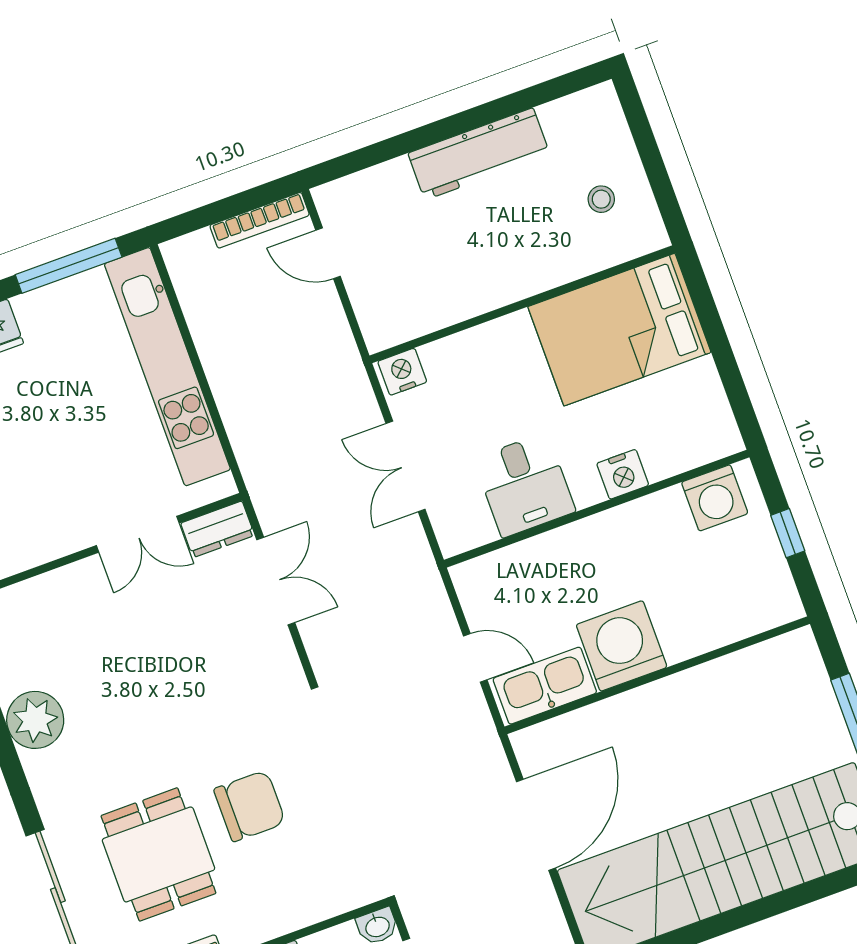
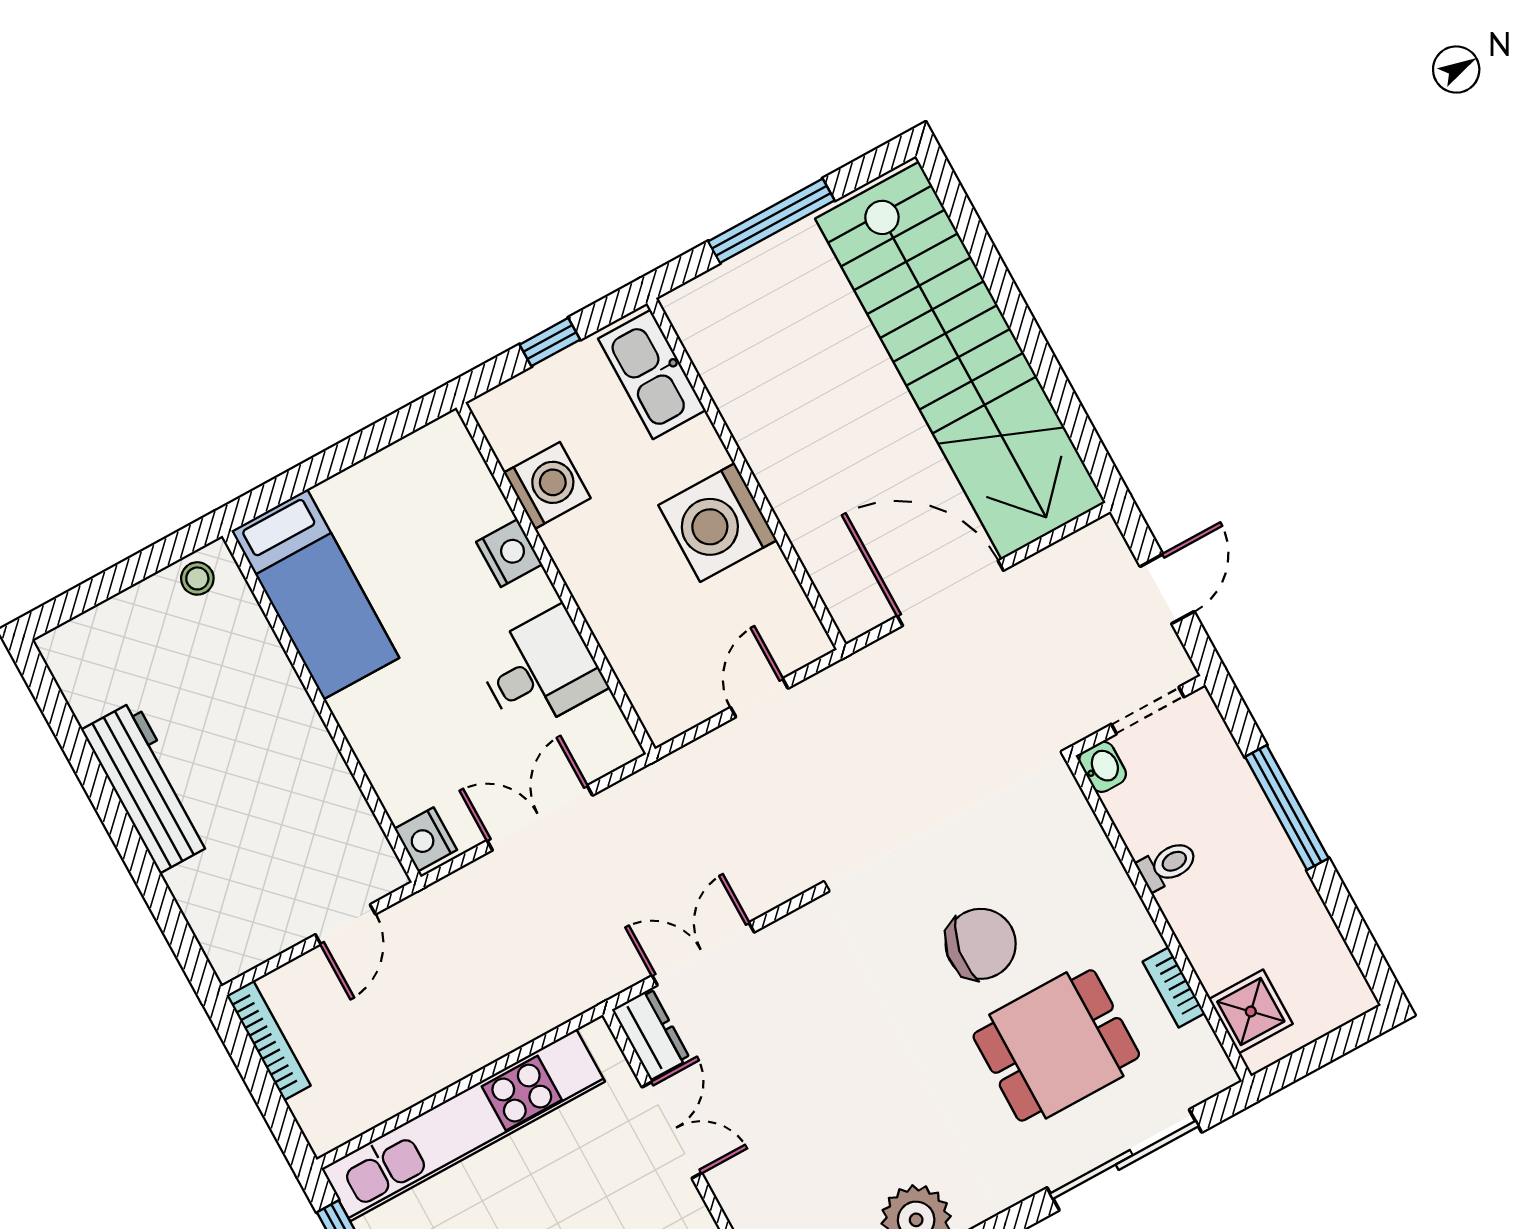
stool: (601, 199) -> (197, 578), moved
door: (328, 253) -> (345, 924), moved
bed: (619, 330) -> (315, 594), width x0.67
double door: (405, 466) -> (540, 818), swing flipped
washing machine: (715, 498) -> (547, 485), moved
kitchen sink: (545, 686) -> (652, 374), moved
chair: (250, 806) -> (981, 944), turned 99

